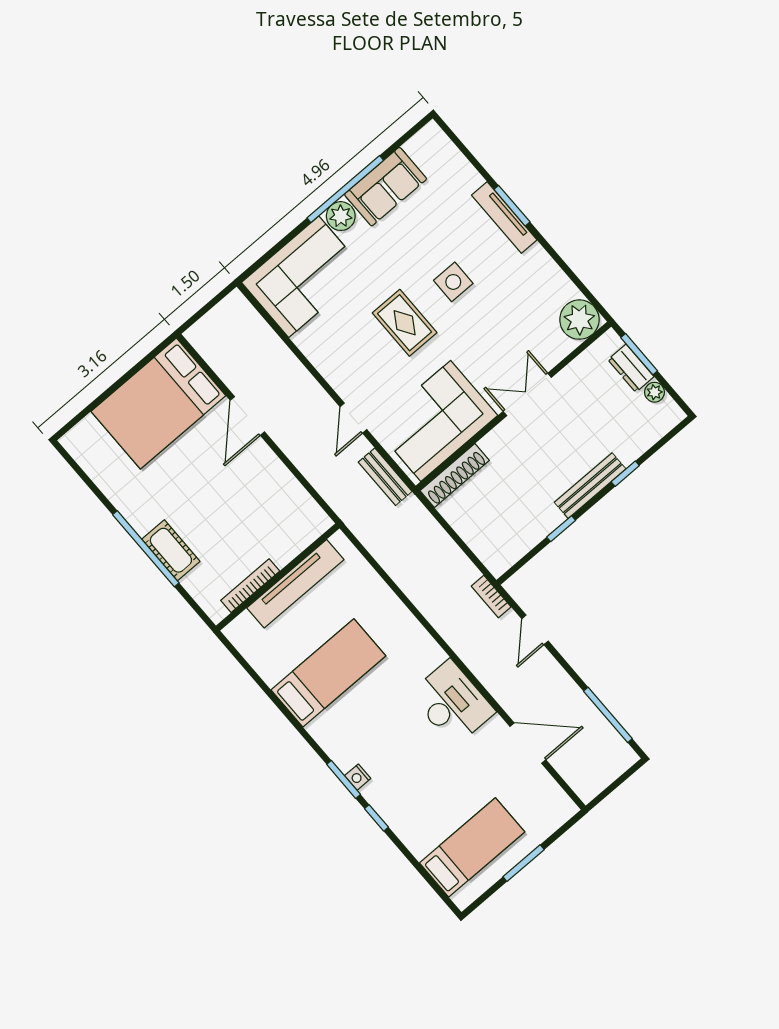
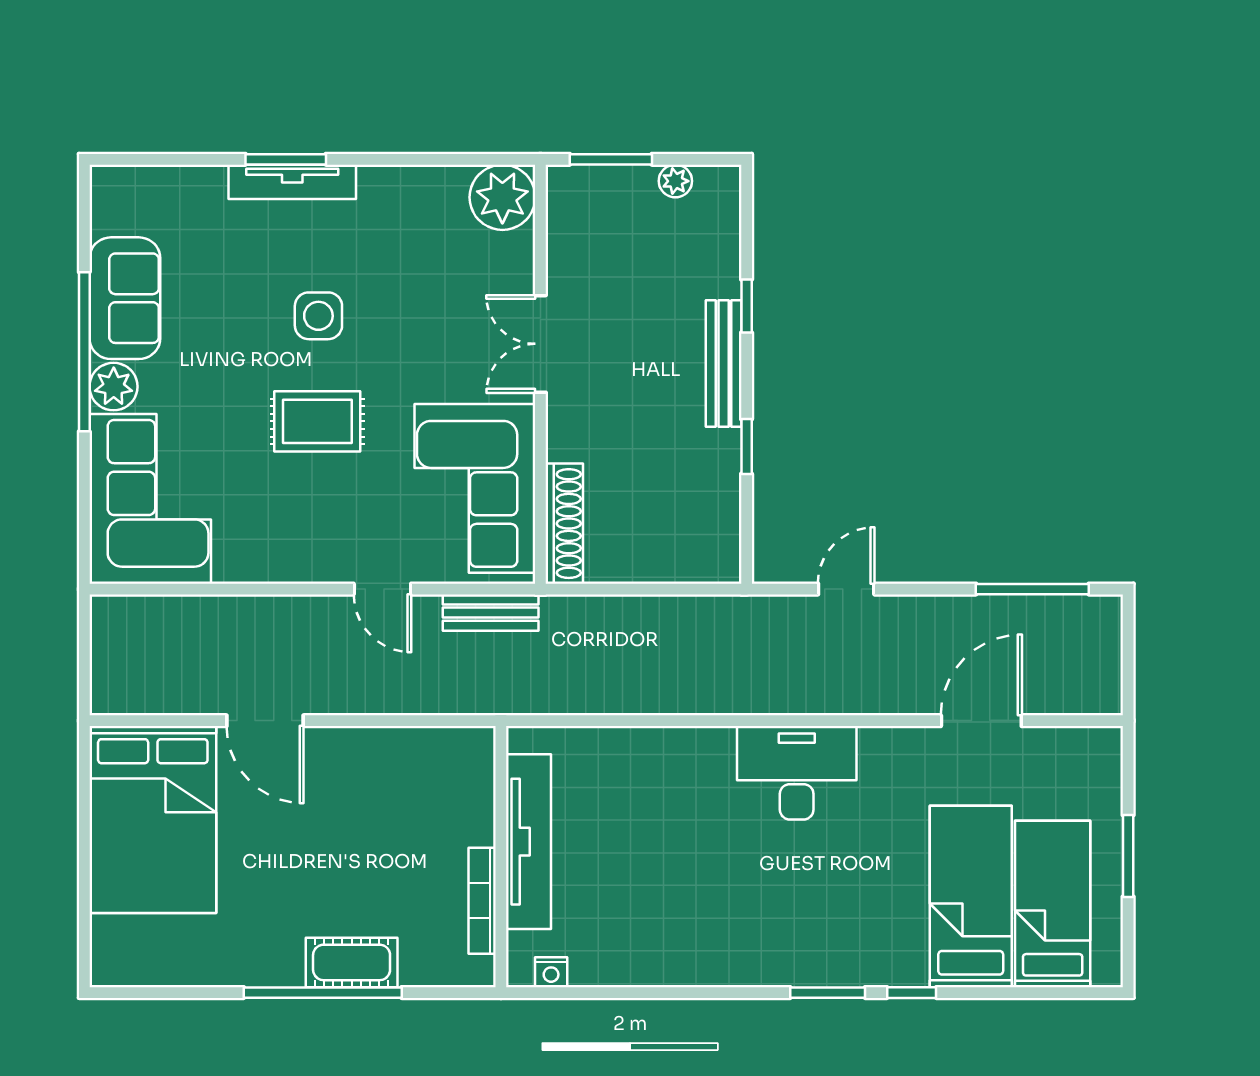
dresser: (631, 368) -> (619, 185), removed
bookcase: (491, 597) -> (757, 608), removed
door: (535, 630) -> (846, 589), swing flipped
bed: (328, 673) -> (971, 896), moved
desk: (452, 703) -> (797, 773), moved
nightstand: (358, 777) -> (551, 972), moved

